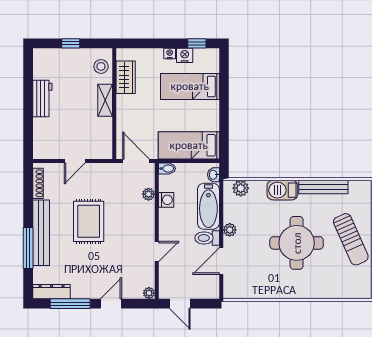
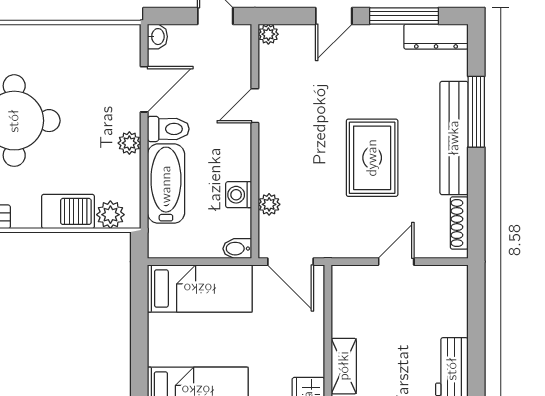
washbasin: (213, 175) -> (157, 37), moved
barbecue: (282, 190) -> (68, 211), moved

